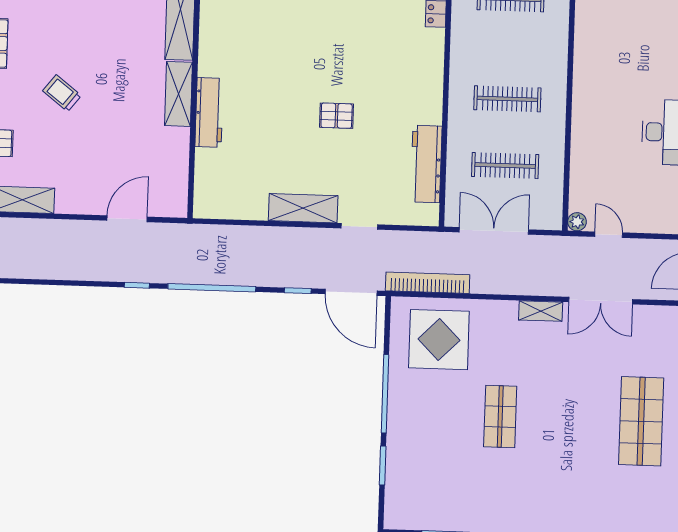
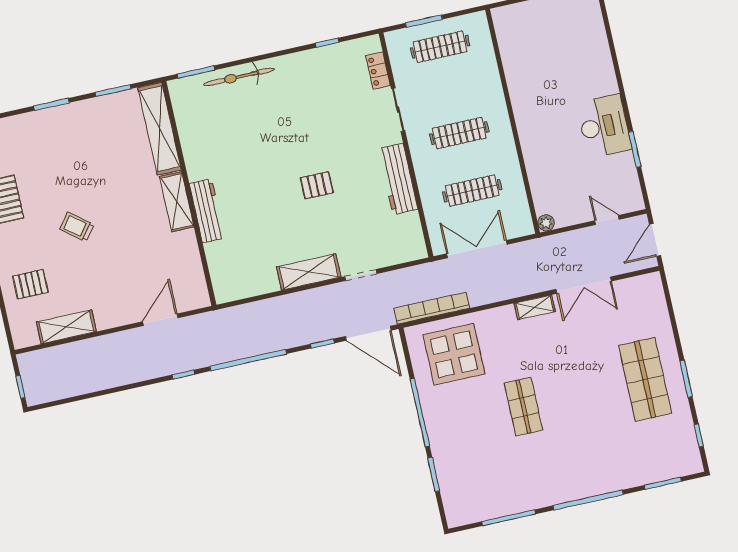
sliding door: (447, 56) -> (398, 110), added
workbench: (426, 164) -> (398, 179), moved
door: (609, 235) -> (607, 220), moved

